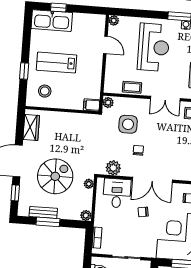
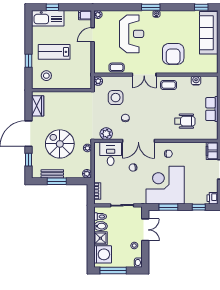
door: (105, 45) -> (93, 35), swing flipped
filing cabinet: (92, 105) -> (85, 15), moved
spiral stairs: (55, 176) -> (60, 144), turned -90

